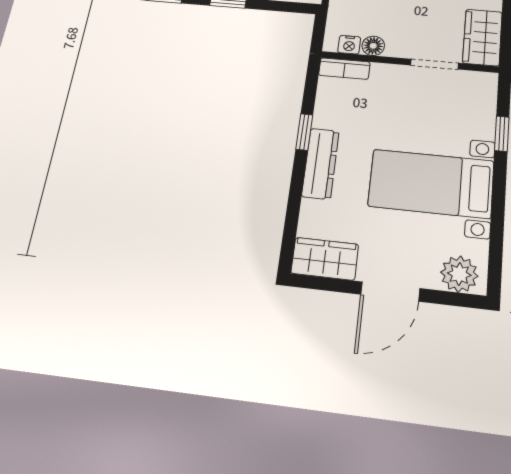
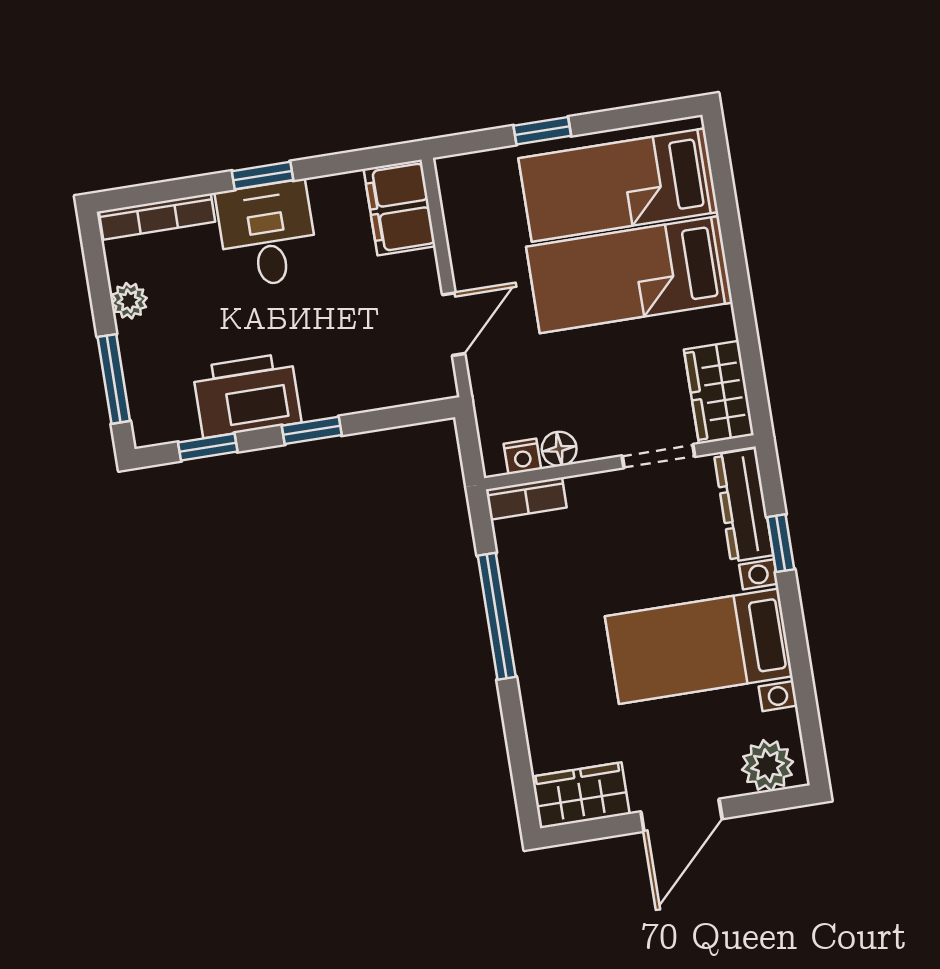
window: (304, 132) -> (497, 616), width x2.17
dresser: (320, 164) -> (744, 505), moved, turned 180

